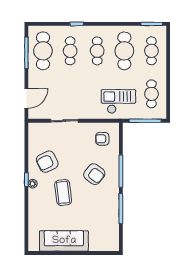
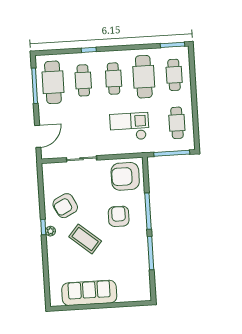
checkout: (118, 101) -> (129, 127), moved
armchair: (102, 139) -> (125, 176), width x1.88, depth x1.88
armchair: (94, 174) -> (119, 216), turned -128
coffee table: (63, 192) -> (85, 239), turned -43

